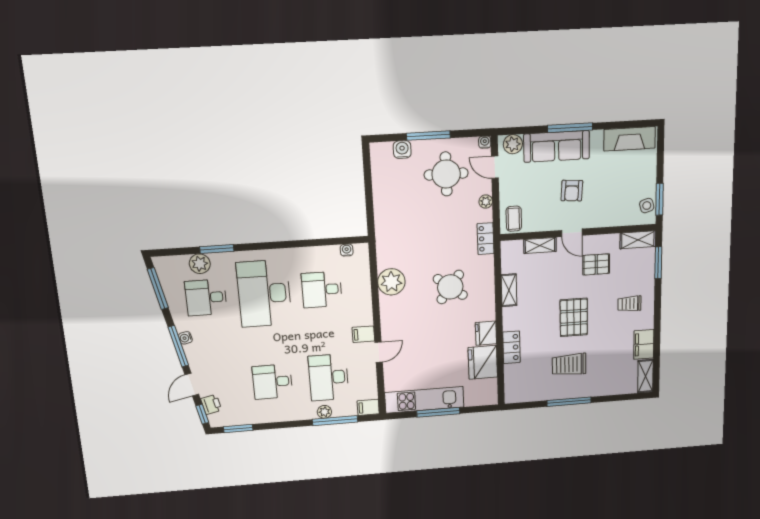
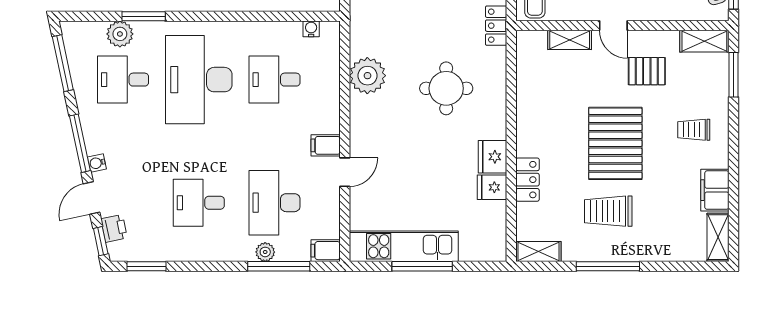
round table: (450, 287) -> (446, 88), turned -37
shelving: (509, 290) -> (538, 251), moved, turned 90
pallet: (574, 317) -> (615, 143), width x1.37, depth x1.41
water cooler: (185, 338) -> (97, 163), moved
fridge: (483, 362) -> (492, 187), width x0.53, depth x0.75

